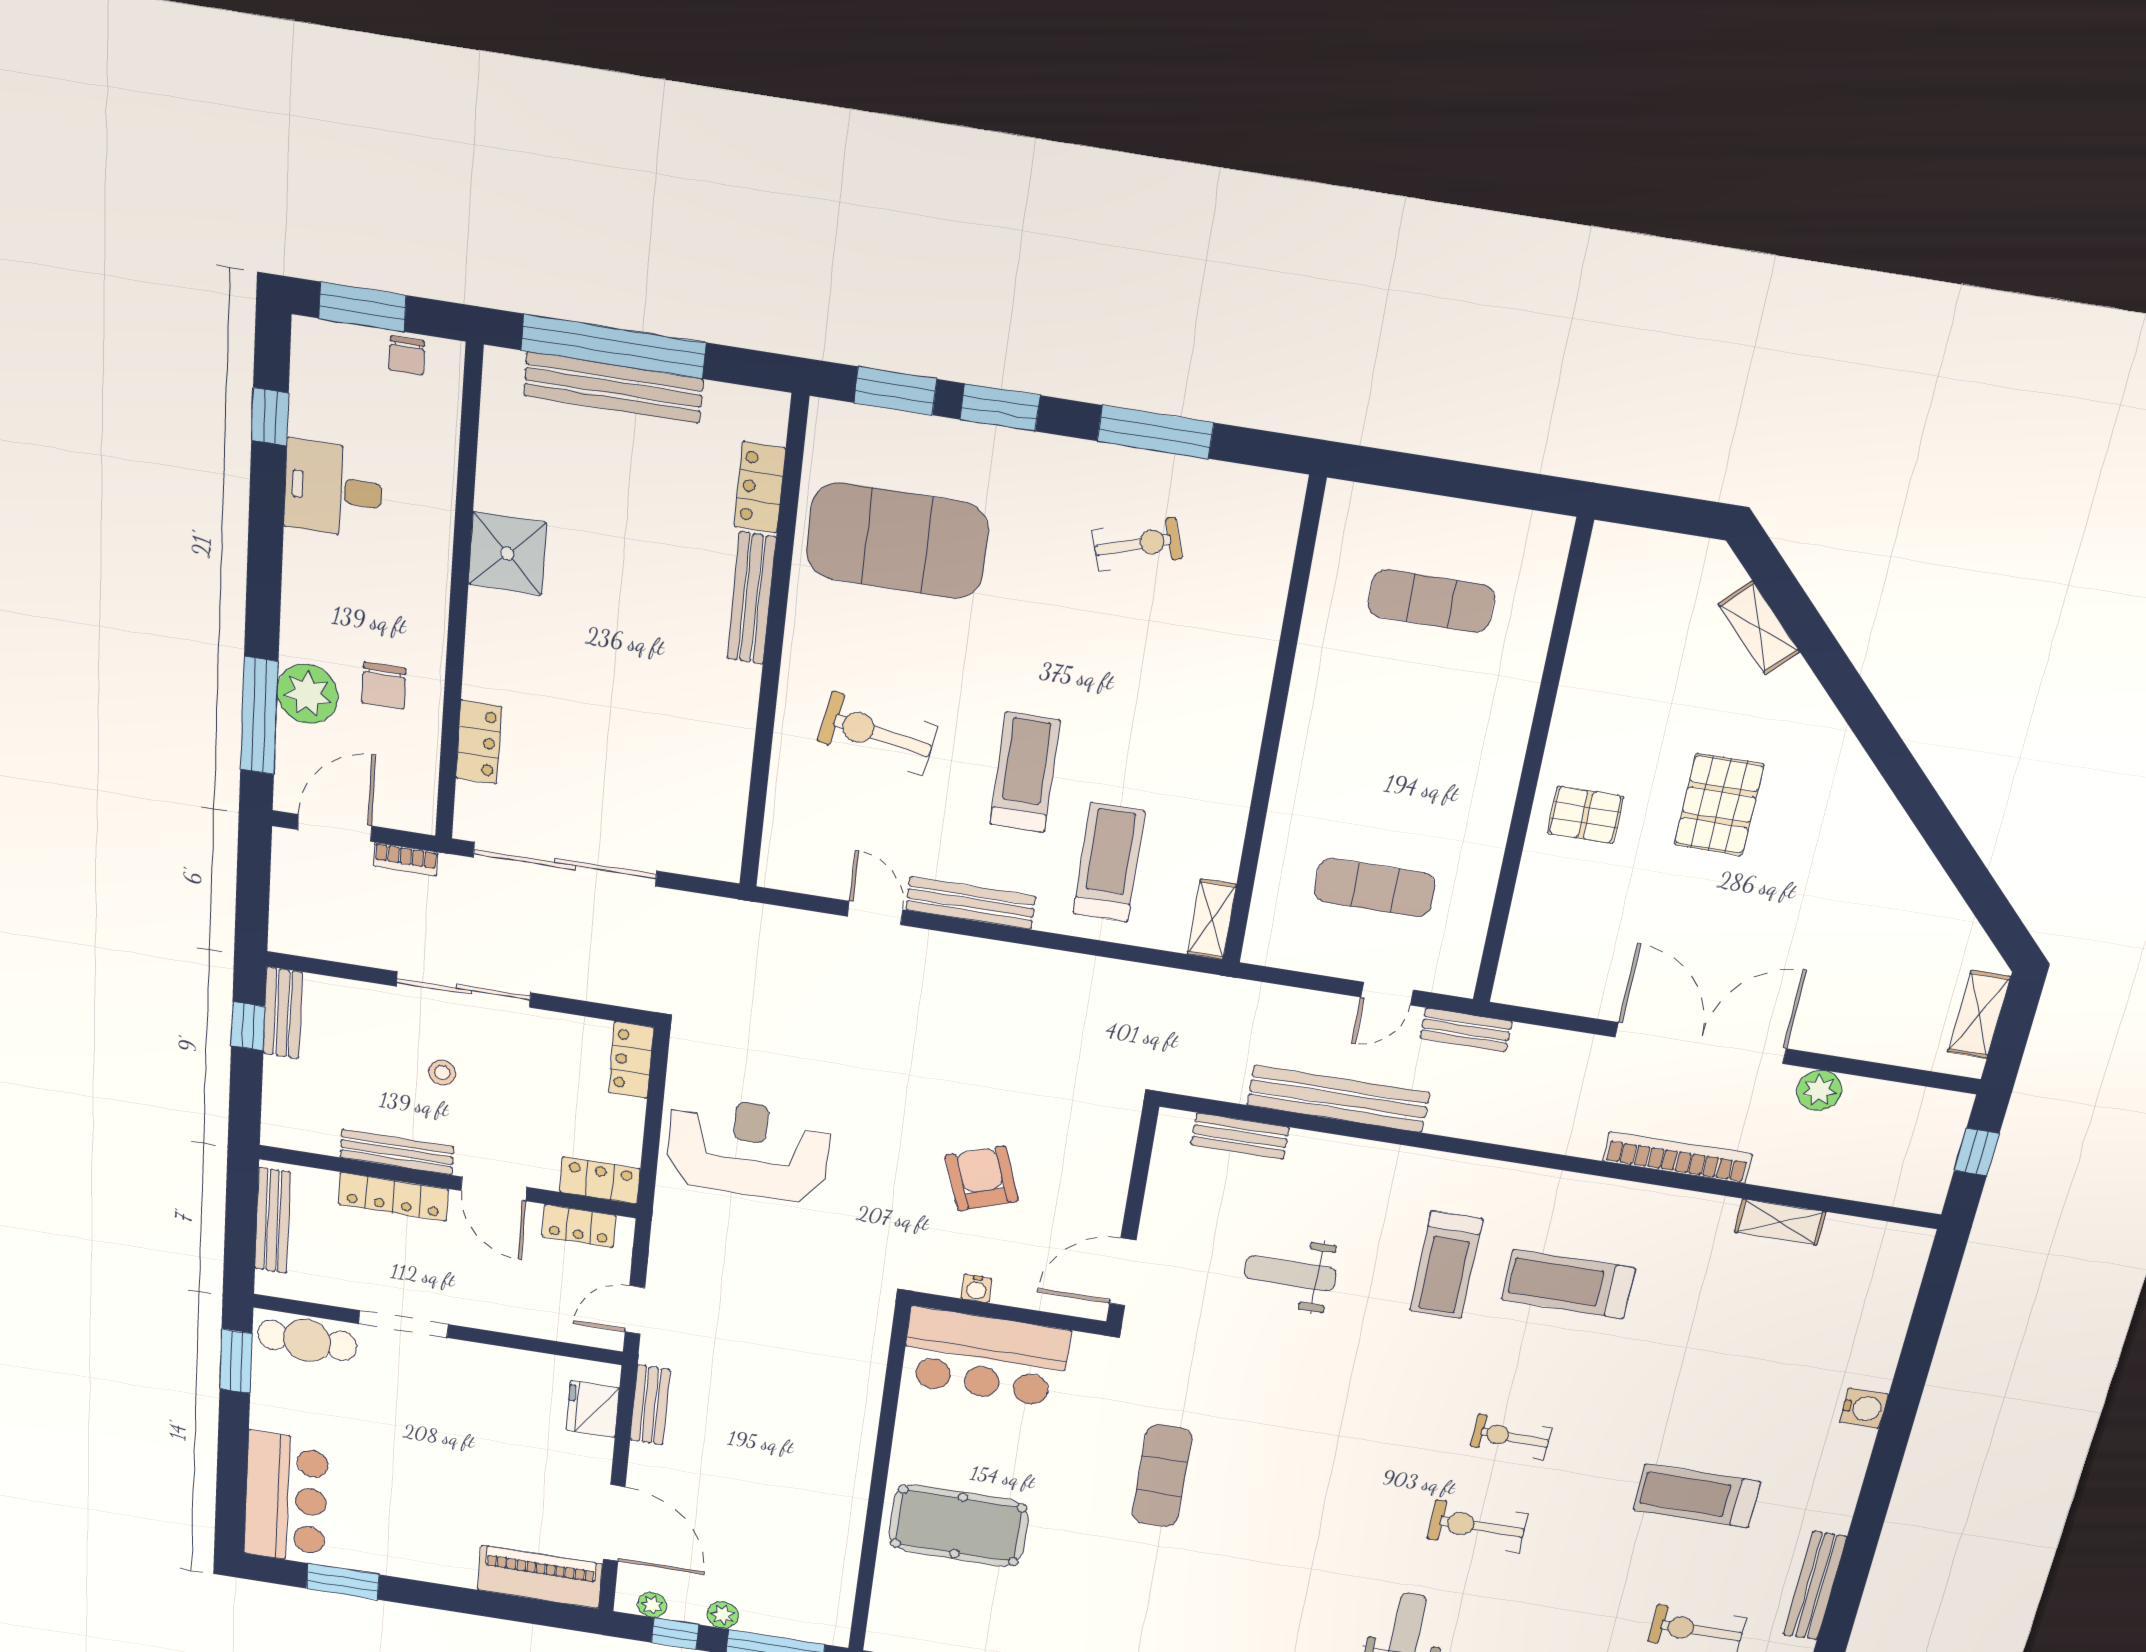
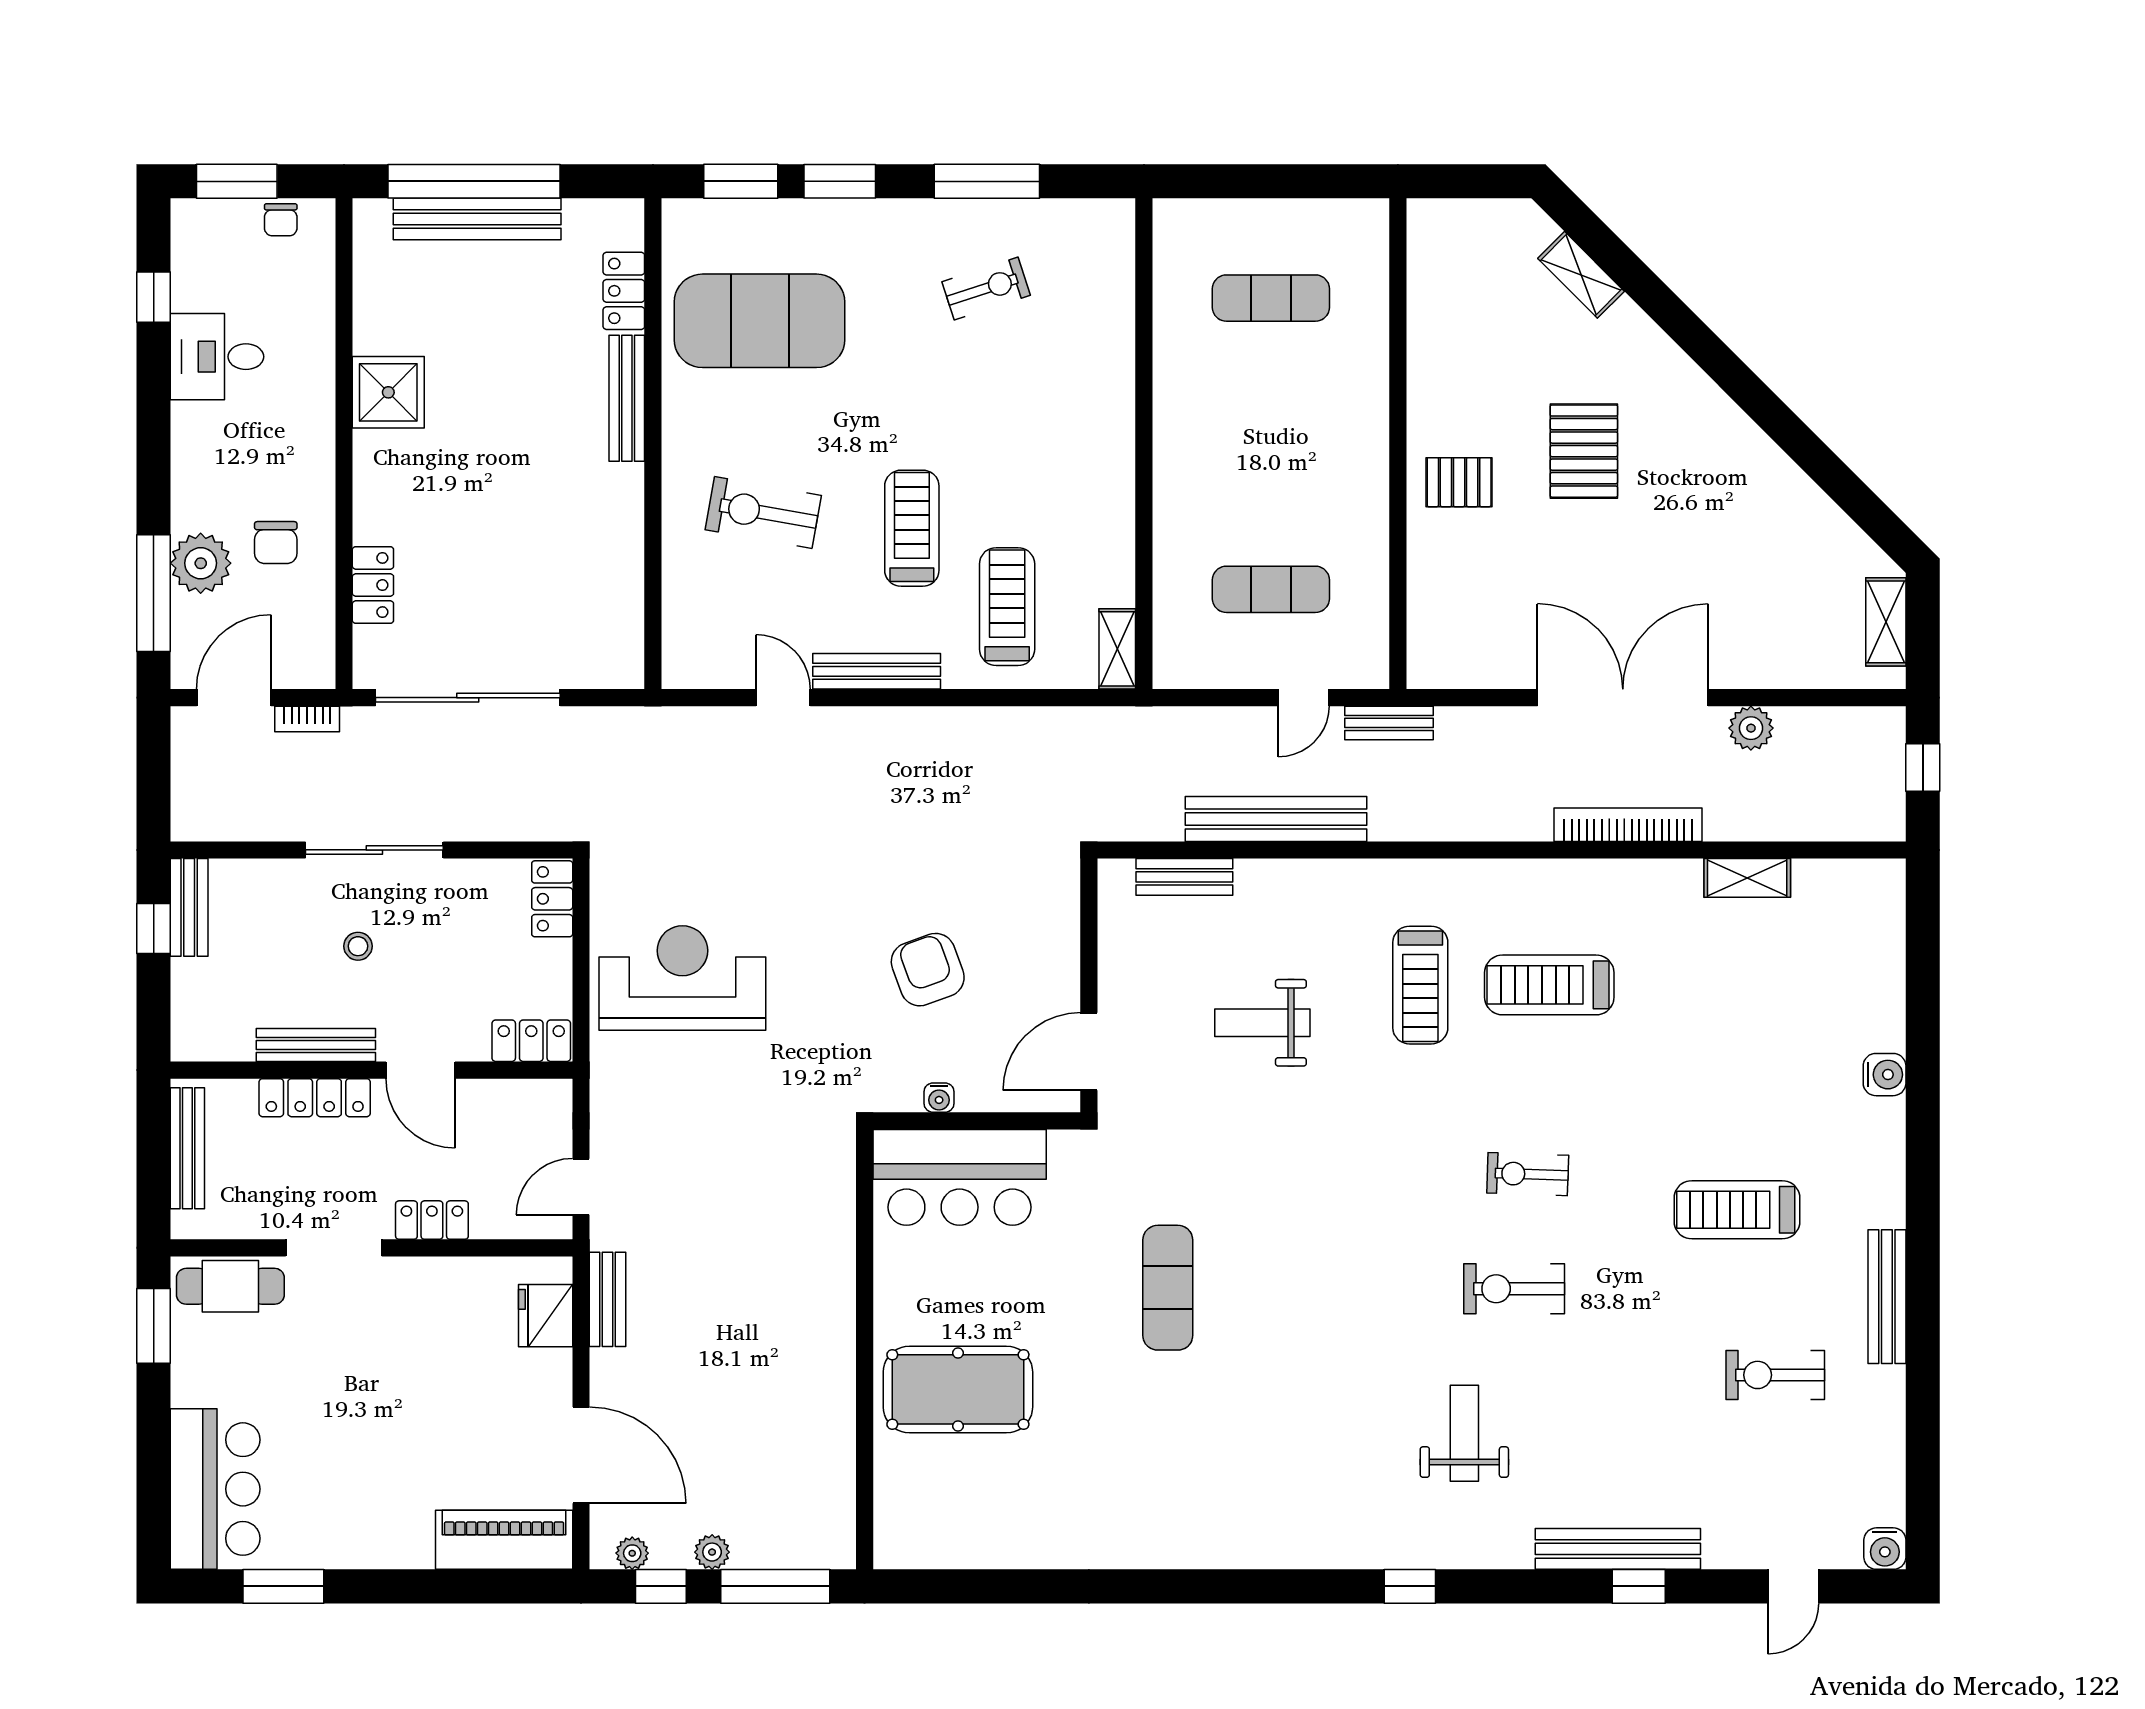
locker: (579, 1226) -> (432, 1220), moved, turned 180

